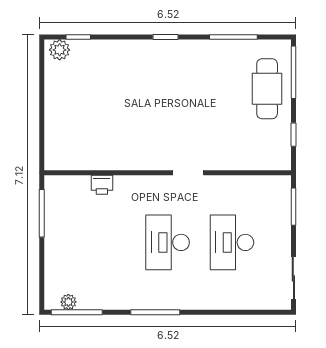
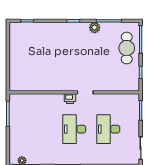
plant: (60, 50) -> (95, 28), moved
printer: (102, 185) -> (70, 99), moved

